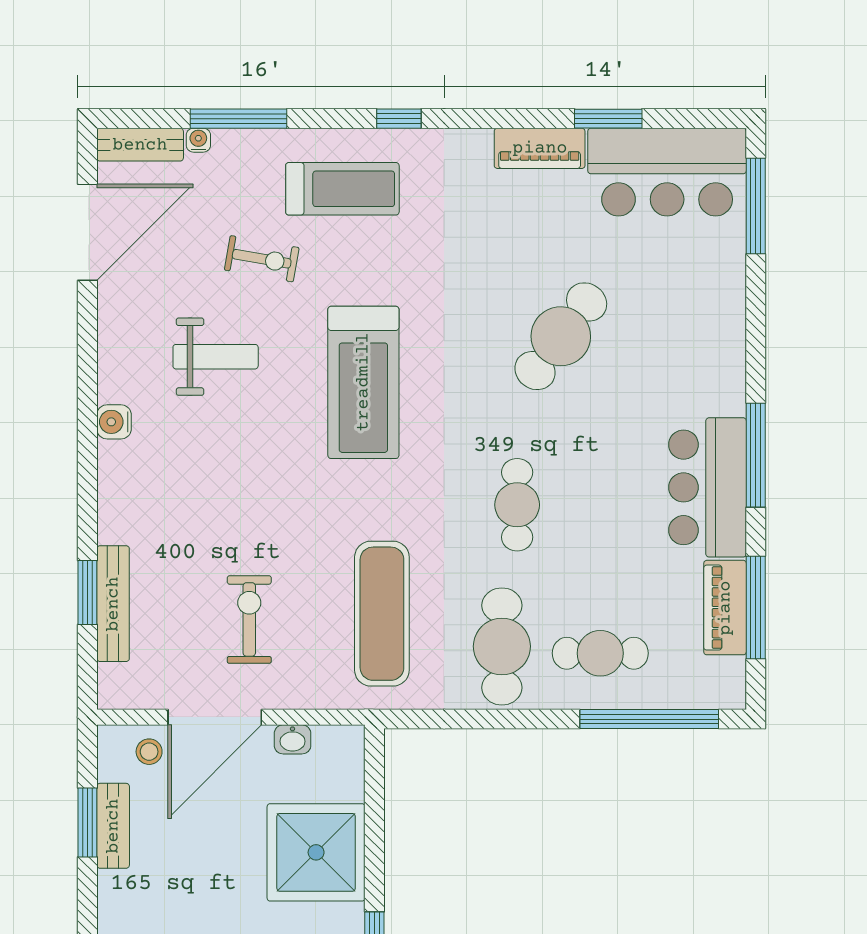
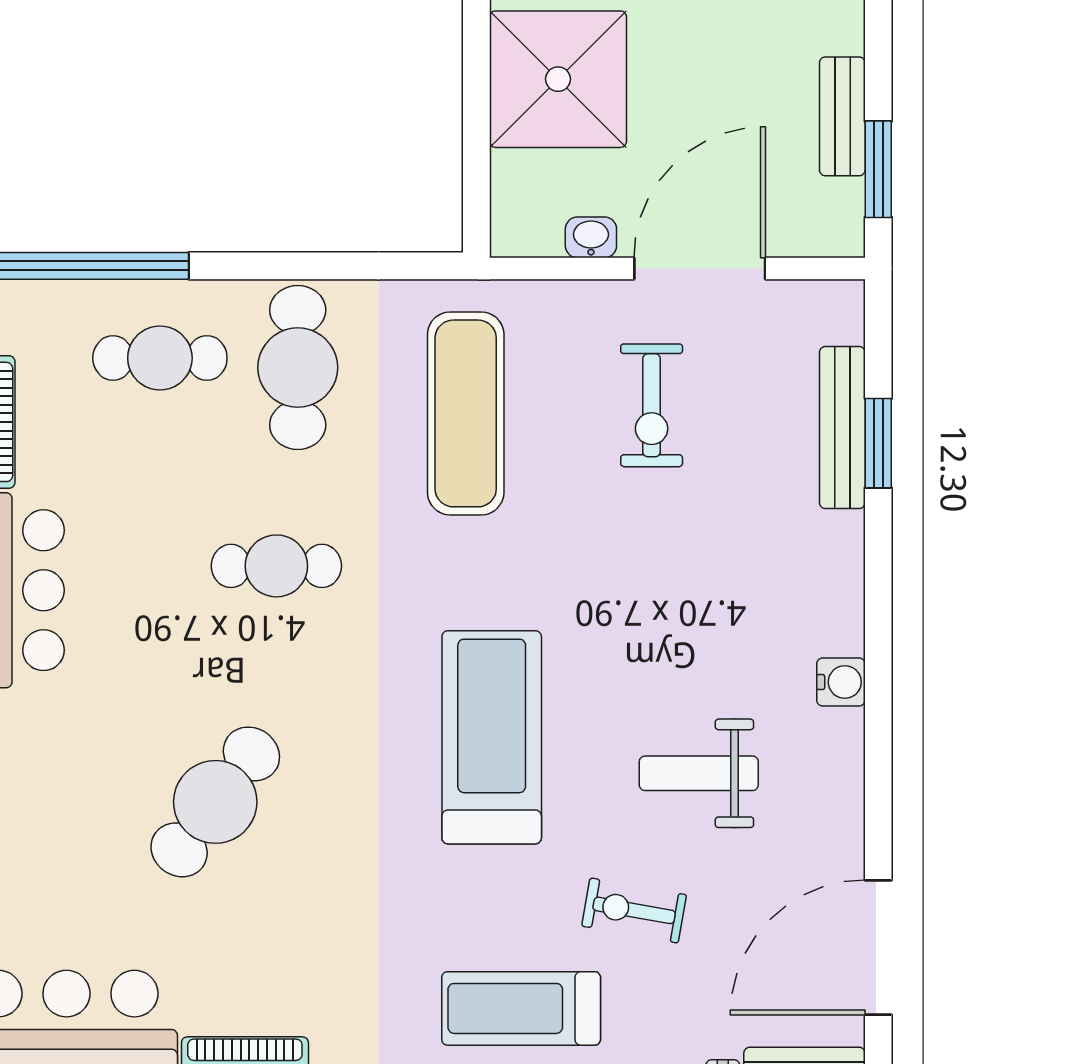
cafe table: (517, 505) -> (276, 566), turned 90
stool: (149, 752) -> (792, 220), removed
window: (87, 823) -> (878, 169), moved

